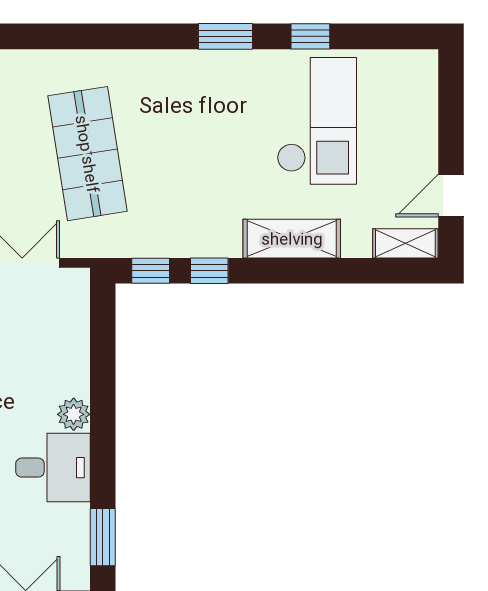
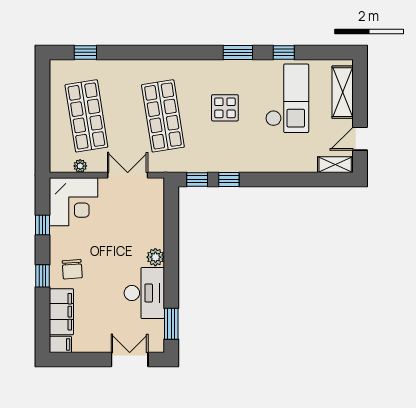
display table: (202, 139) -> (225, 108), added
shelving: (292, 239) -> (343, 92), moved, turned 90
desk: (53, 468) -> (144, 293), width x1.37

